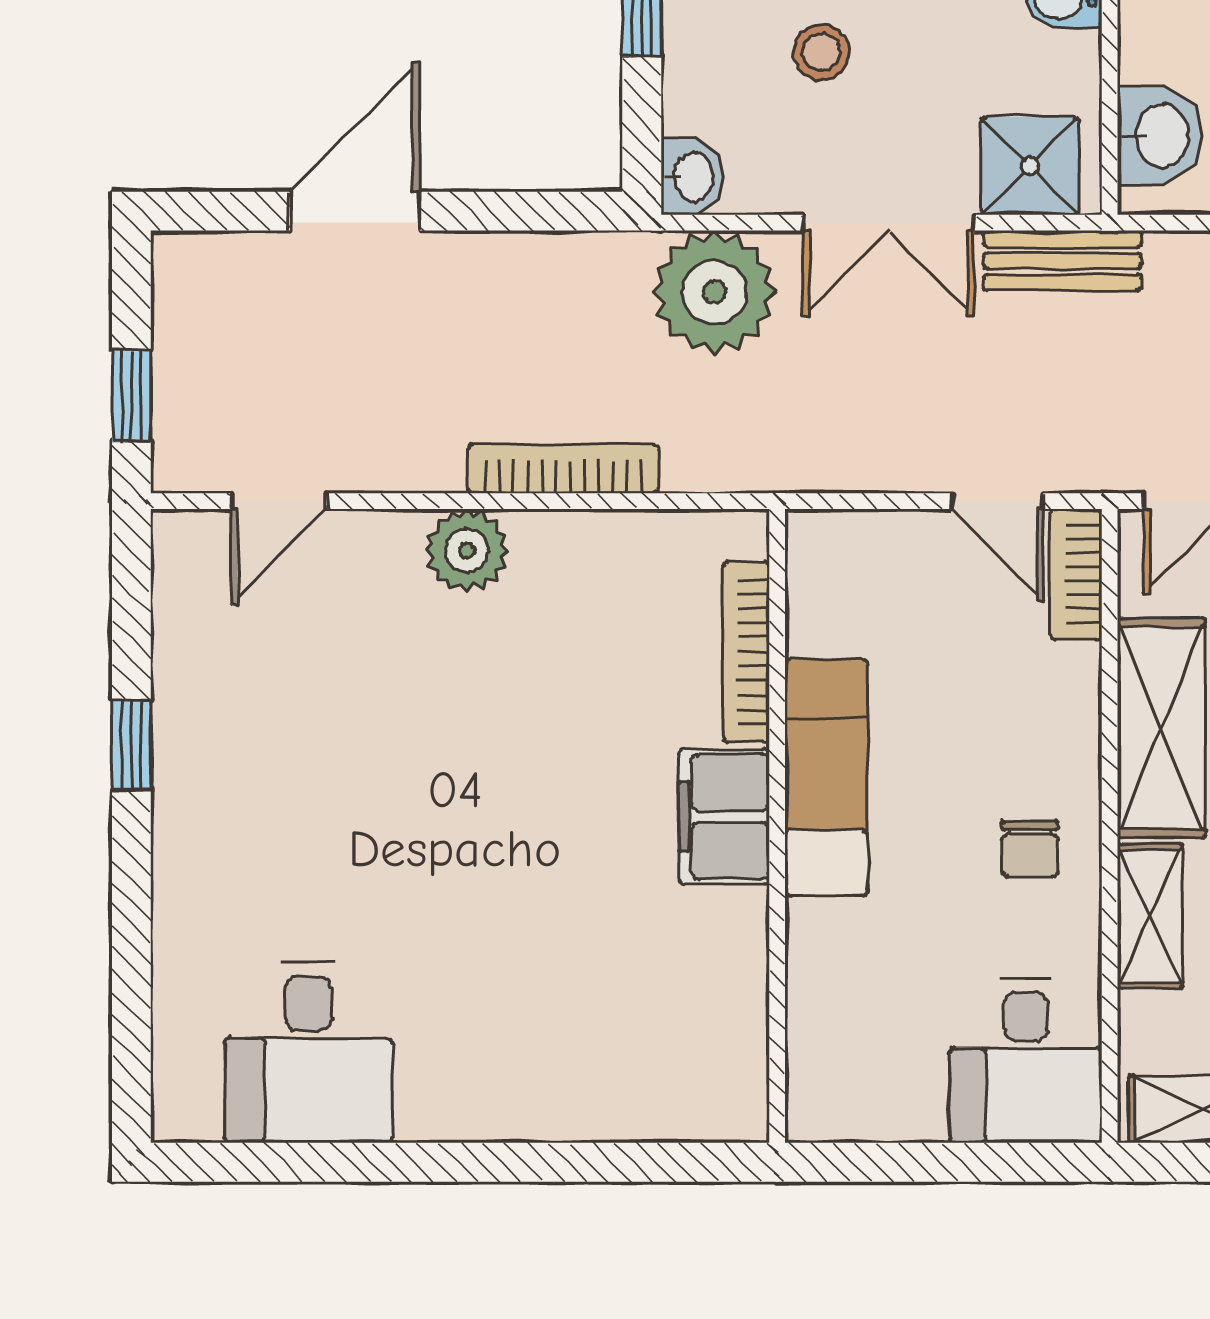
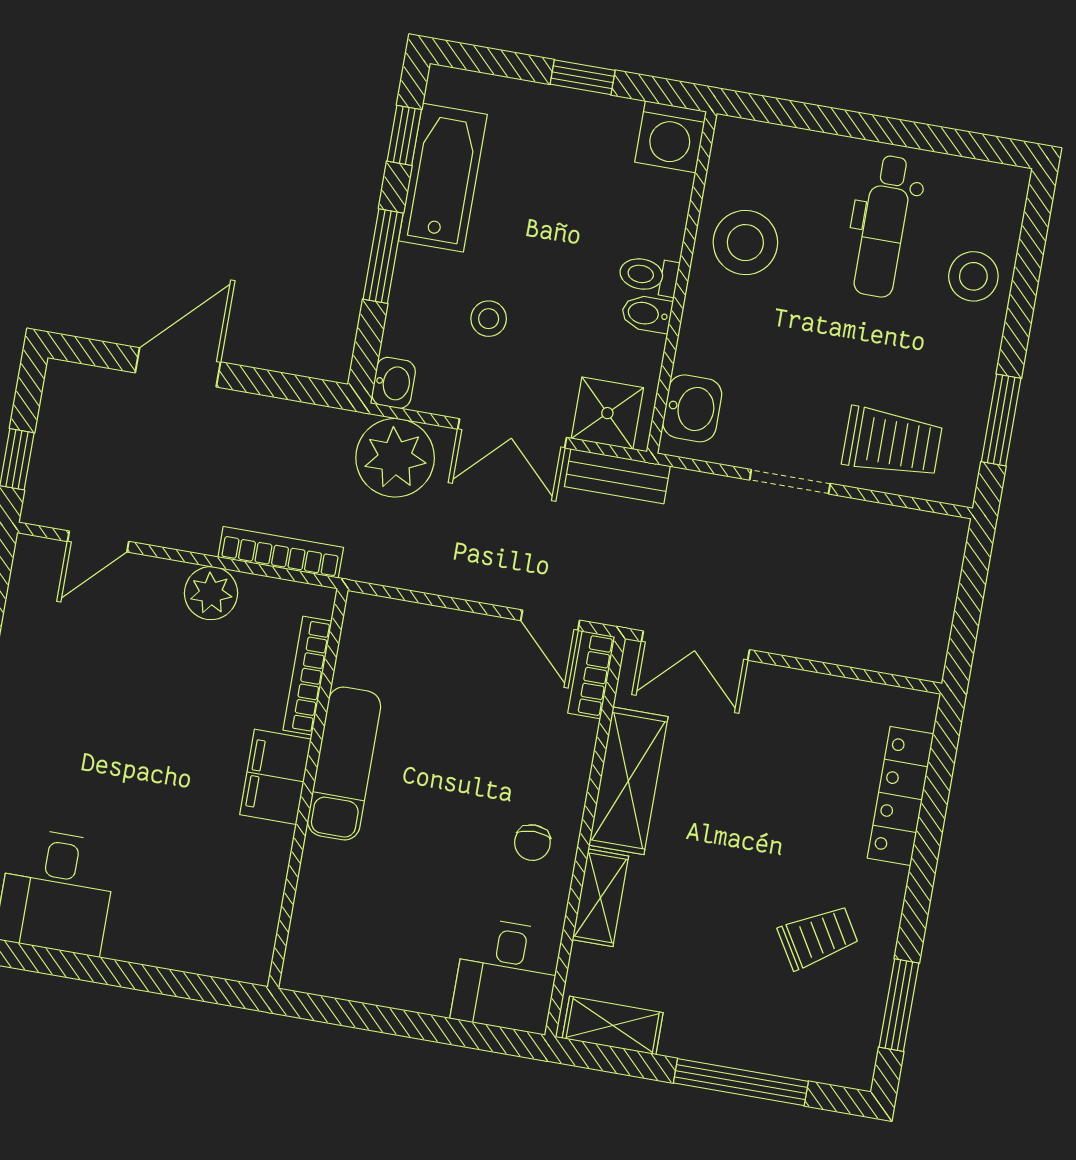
bookcase: (746, 652) -> (307, 676), moved
exam couch: (826, 778) -> (344, 763), moved
filing cabinet: (724, 817) -> (275, 777), moved
wall: (777, 826) -> (308, 789), moved

